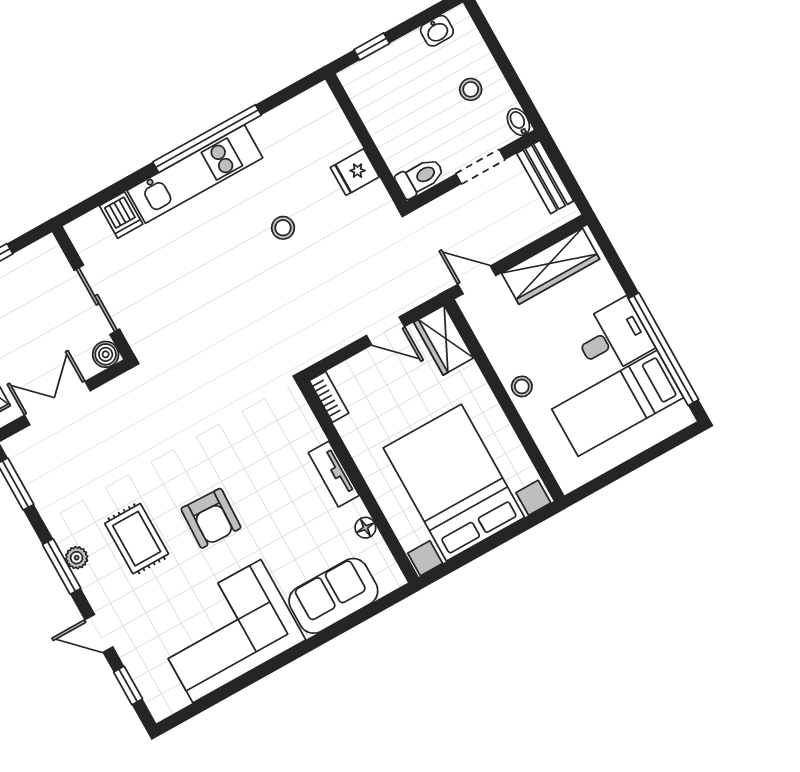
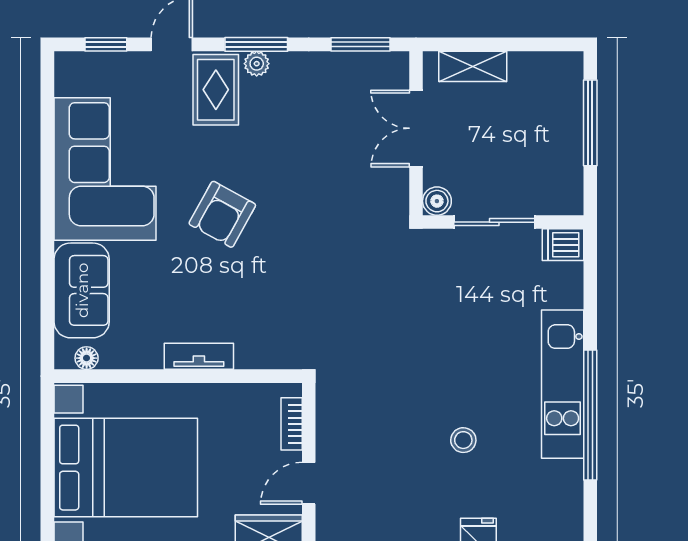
dishwasher: (121, 215) -> (563, 245), moved
bookcase: (329, 397) -> (292, 424), moved, turned 90
double door: (57, 403) -> (416, 128), swing flipped
armchair: (211, 518) -> (222, 214), turned -63
floor lamp: (365, 528) -> (87, 358), moved
rug: (137, 539) -> (216, 90), moved, turned 90

